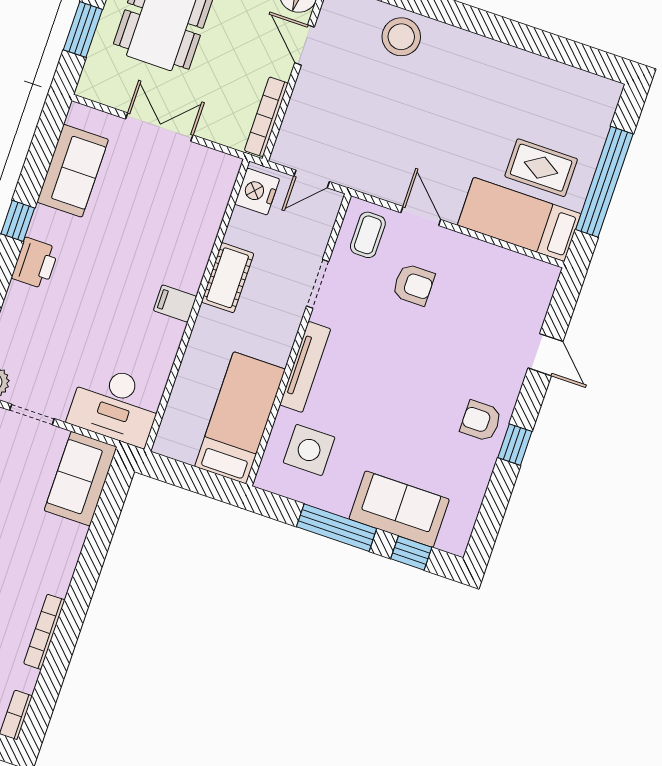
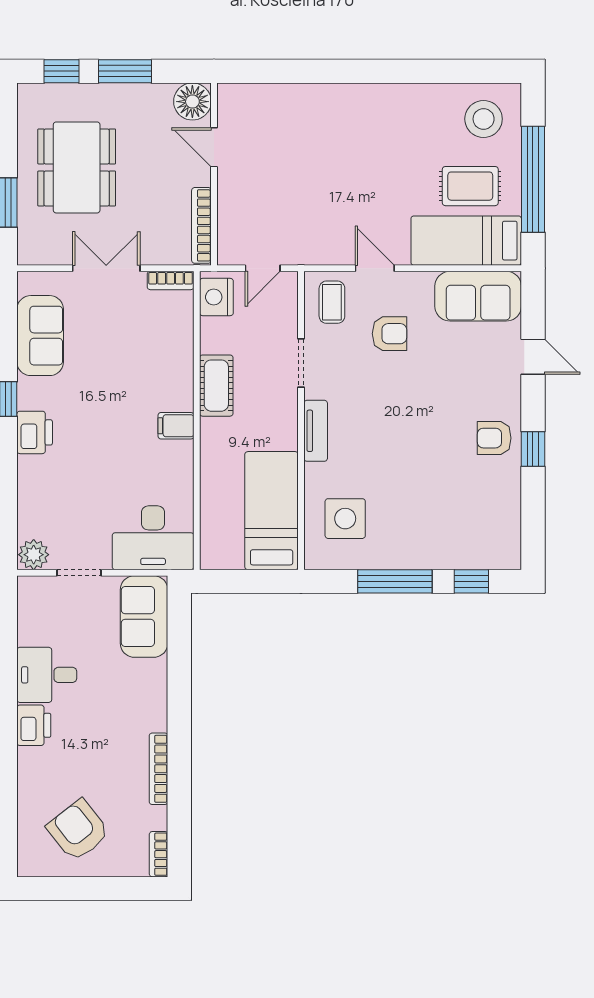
stool: (401, 37) -> (484, 119), moved
bookcase: (218, 160) -> (171, 280), added
tv unit: (305, 367) -> (316, 431), width x0.71
sofa: (399, 509) -> (478, 296), moved, turned 180

